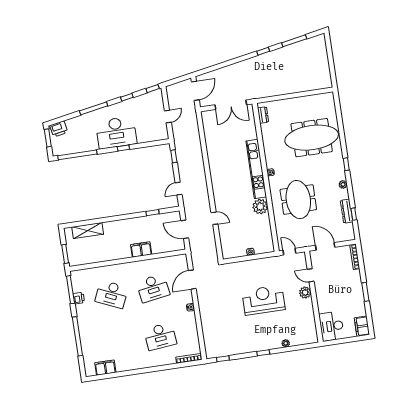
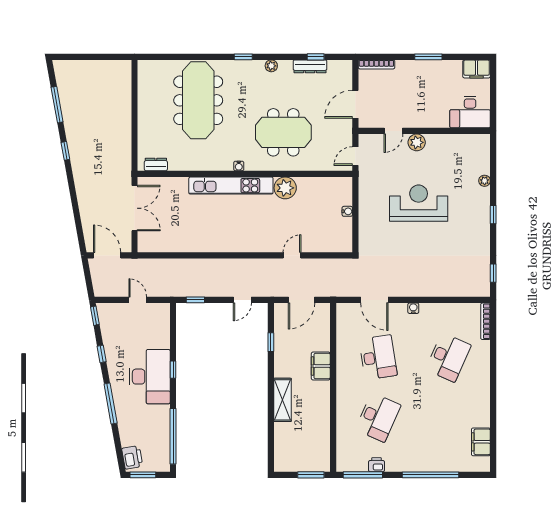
door: (179, 189) -> (242, 300), hinge flipped
shelving: (88, 231) -> (283, 400), moved
reception desk: (264, 300) -> (419, 203), turned 90
desk: (160, 336) -> (448, 357), turned 30

